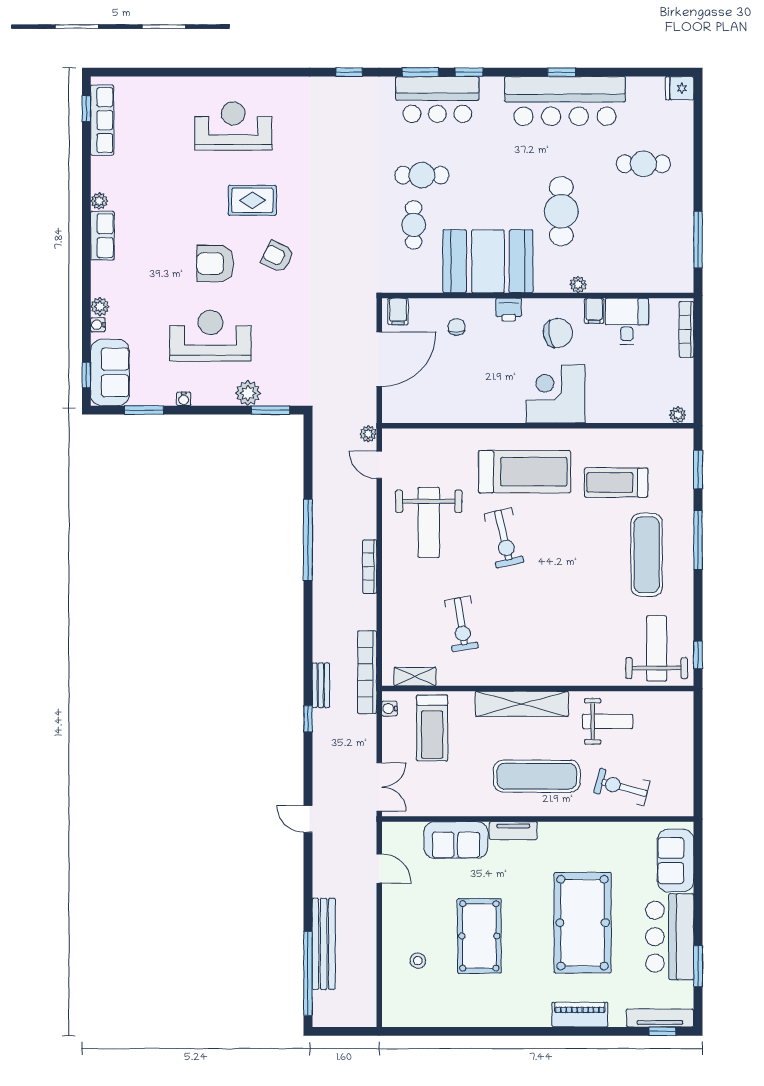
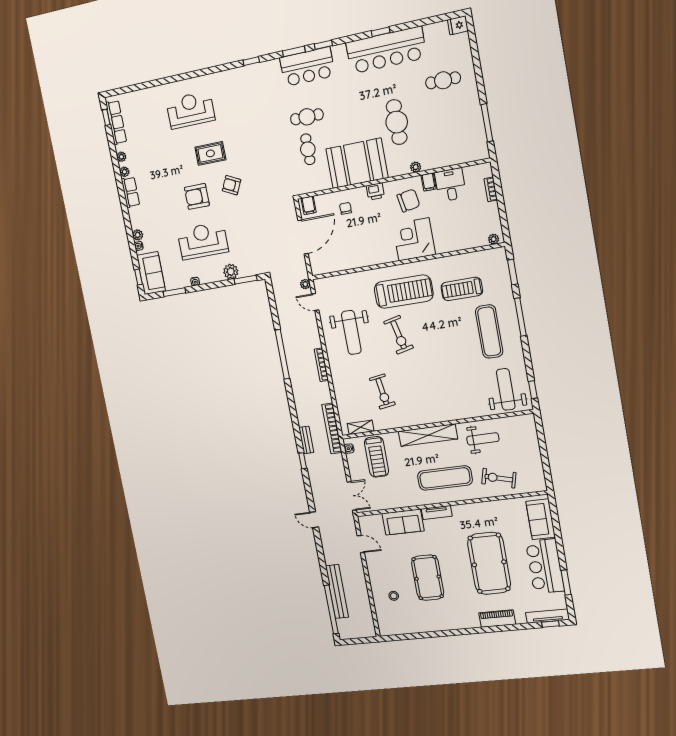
plant: (99, 176) -> (121, 157), added
bookcase: (686, 329) -> (491, 189), width x0.64

